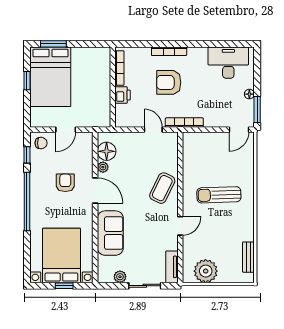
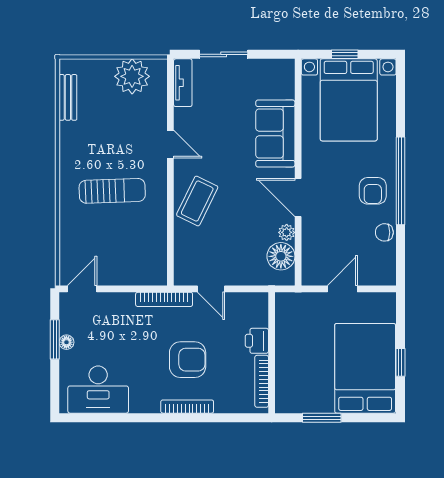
window: (53, 44) -> (322, 418), moved
window: (257, 109) -> (55, 339), moved
chair: (41, 143) -> (384, 232), moved
window: (27, 155) -> (400, 251), removed
armchair: (65, 183) -> (373, 191), moved
door: (180, 226) -> (170, 144), swing flipped
plant: (120, 277) -> (261, 68), removed

